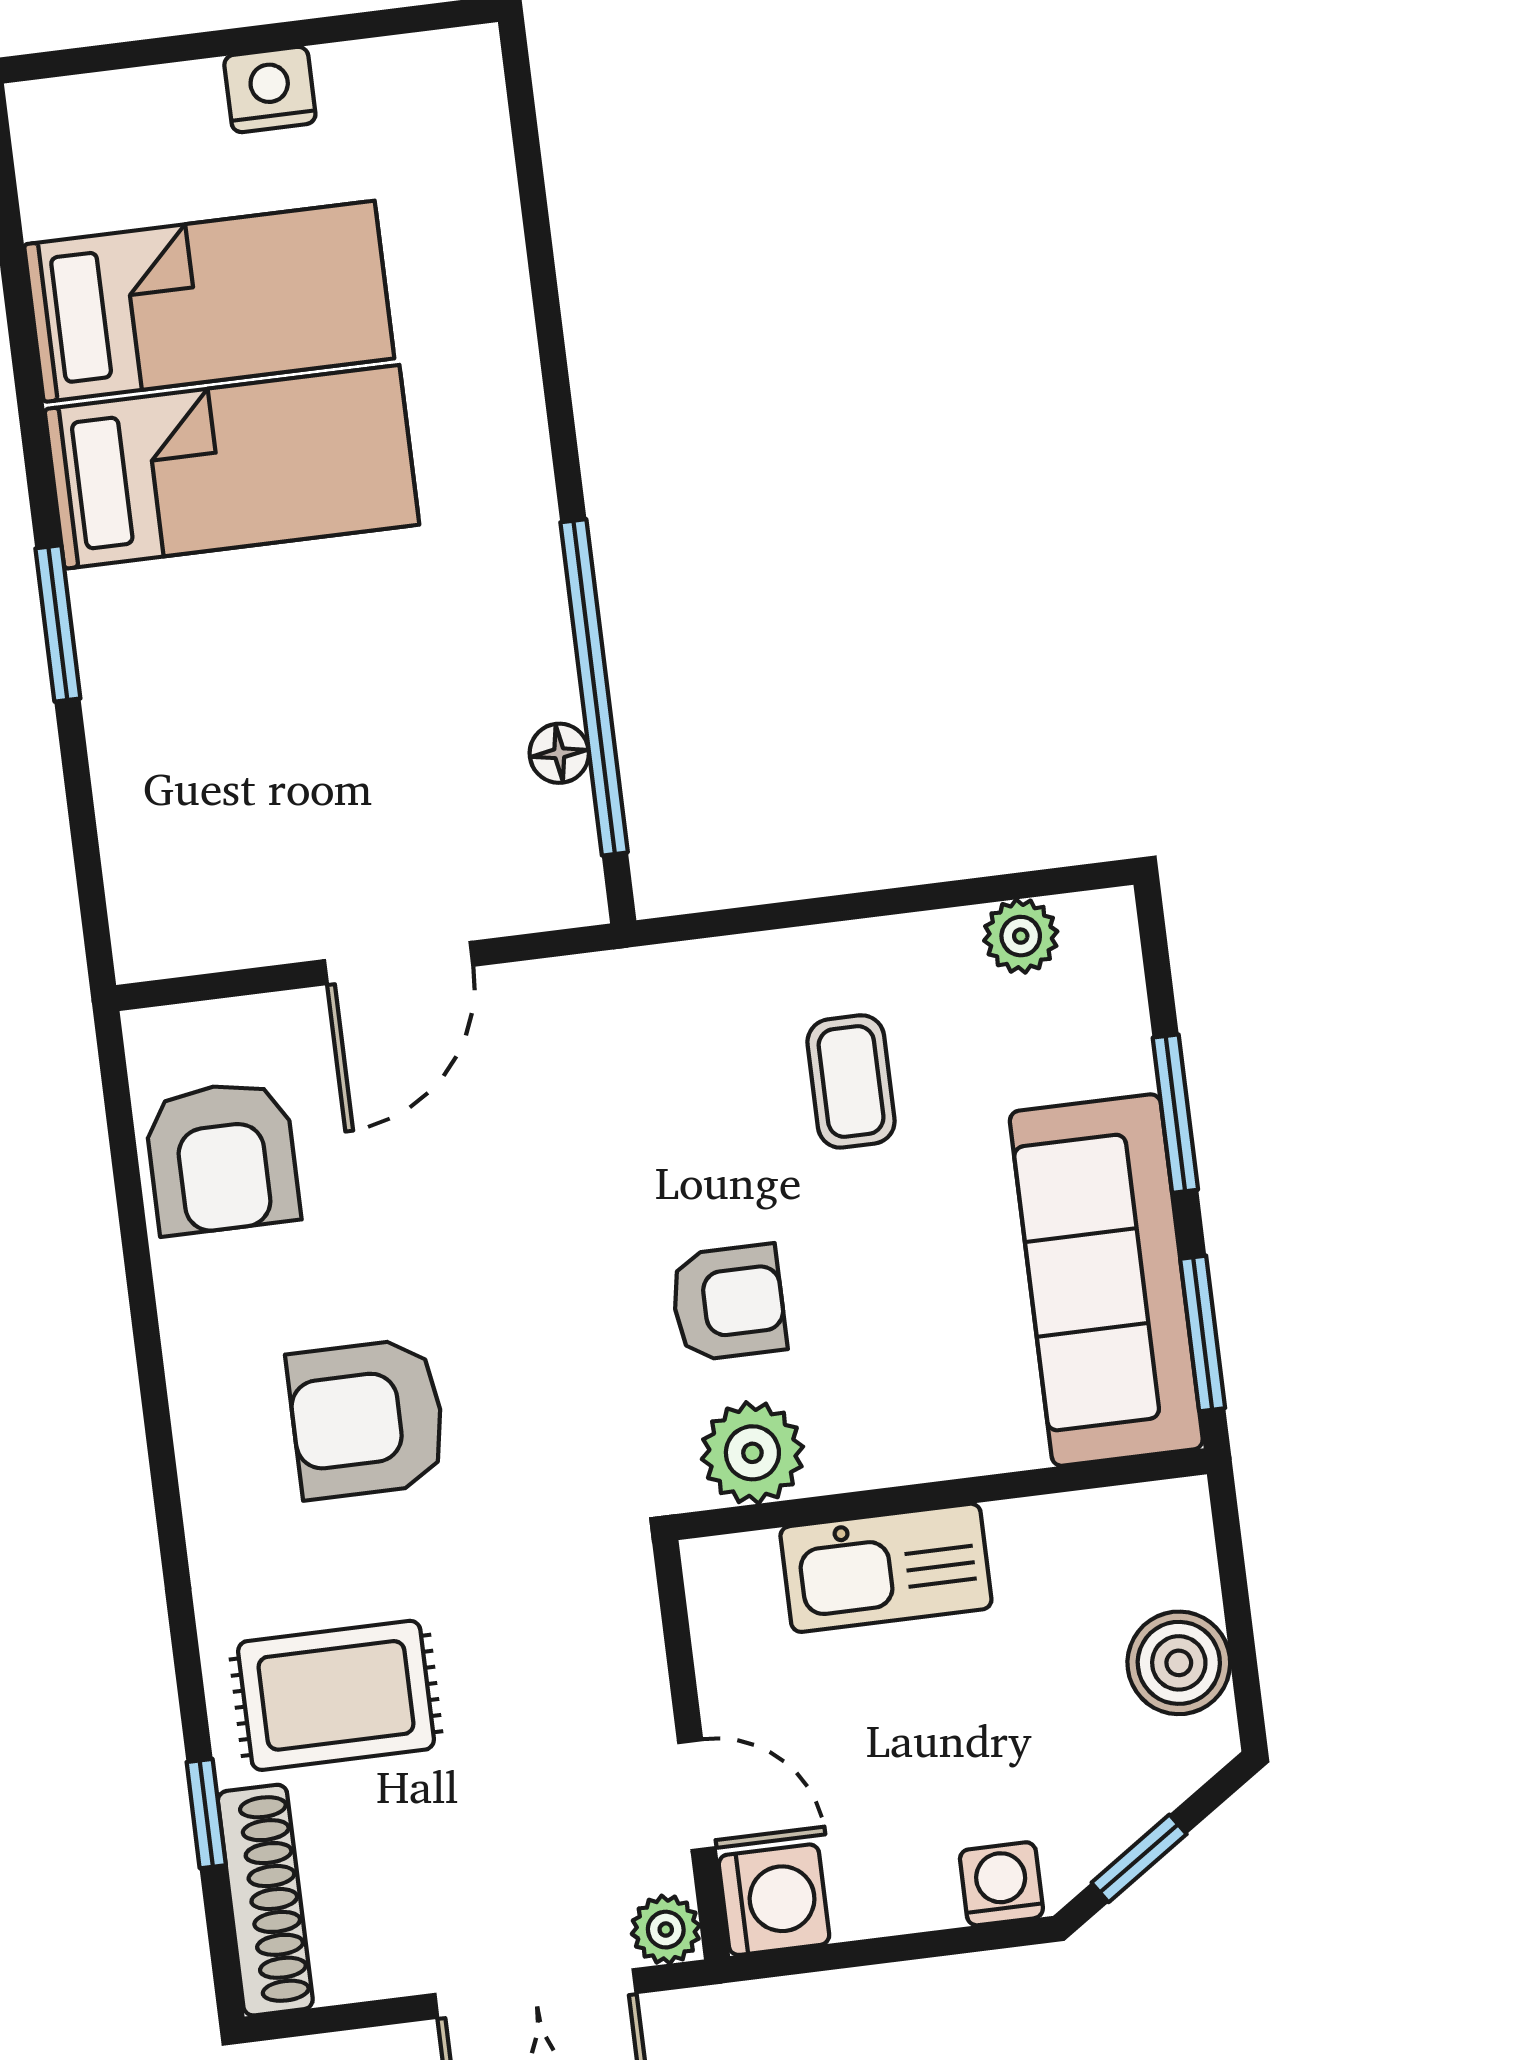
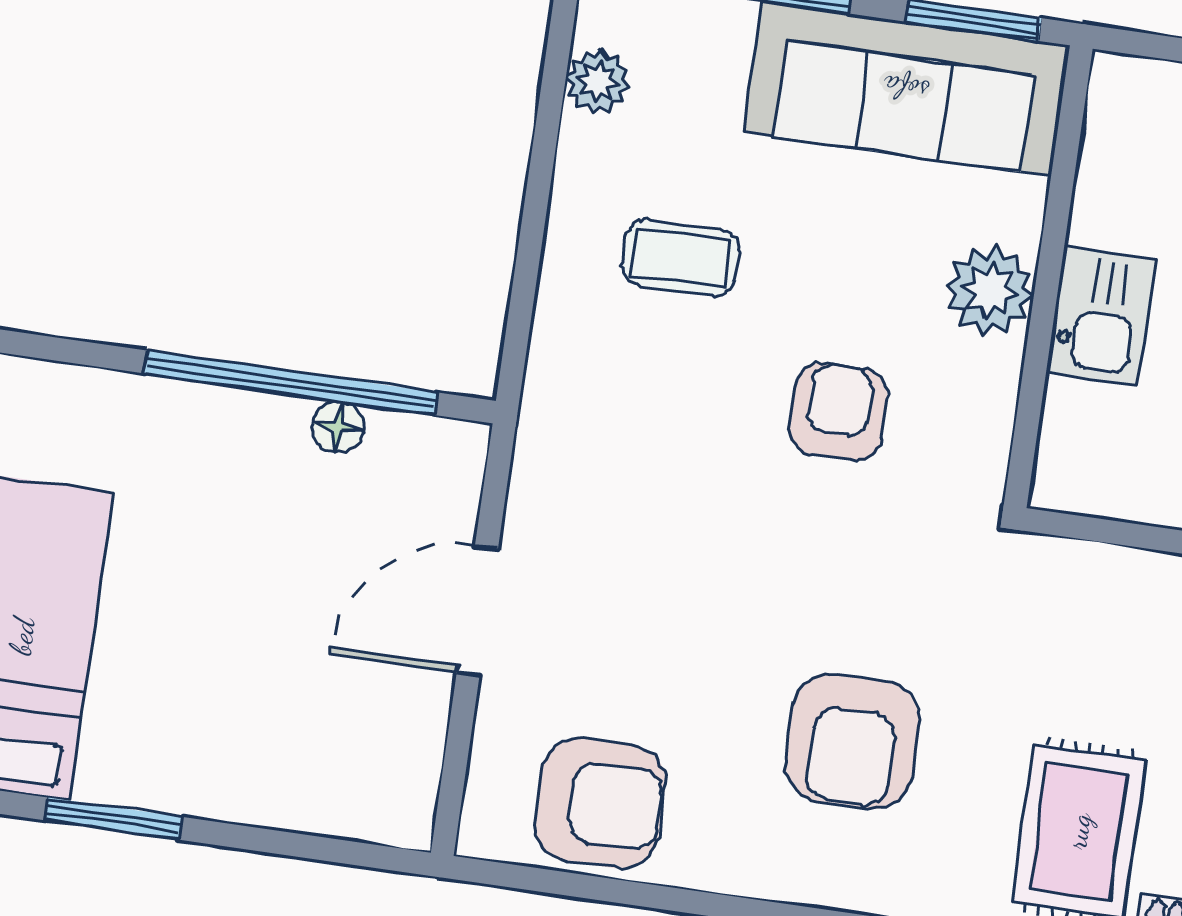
door: (399, 963) -> (477, 610), swing flipped
plant: (752, 1453) -> (990, 291), moved
kitchen sink: (886, 1568) -> (1101, 316), width x0.73

